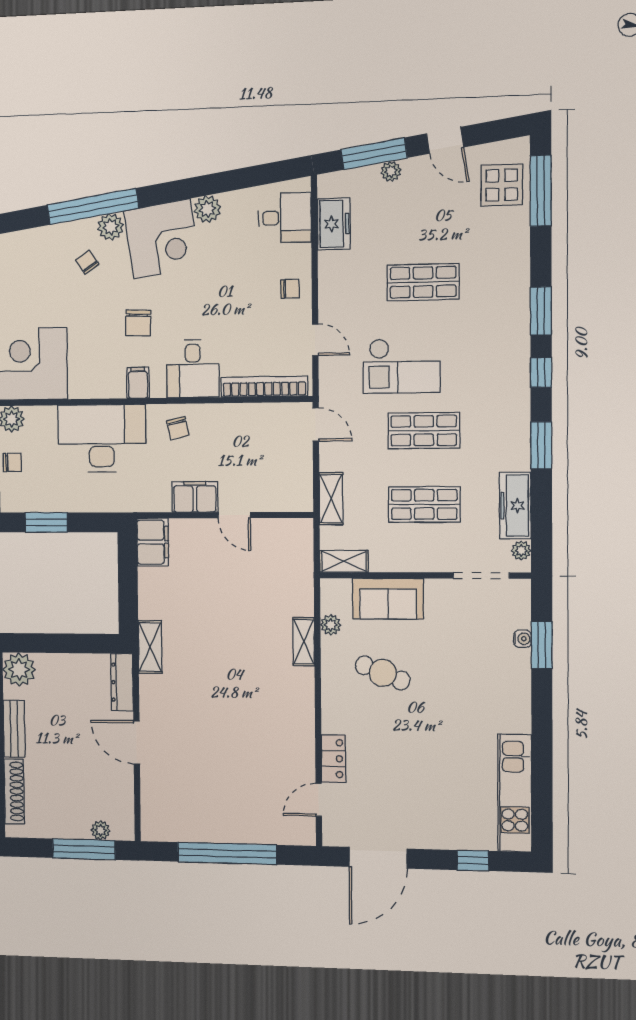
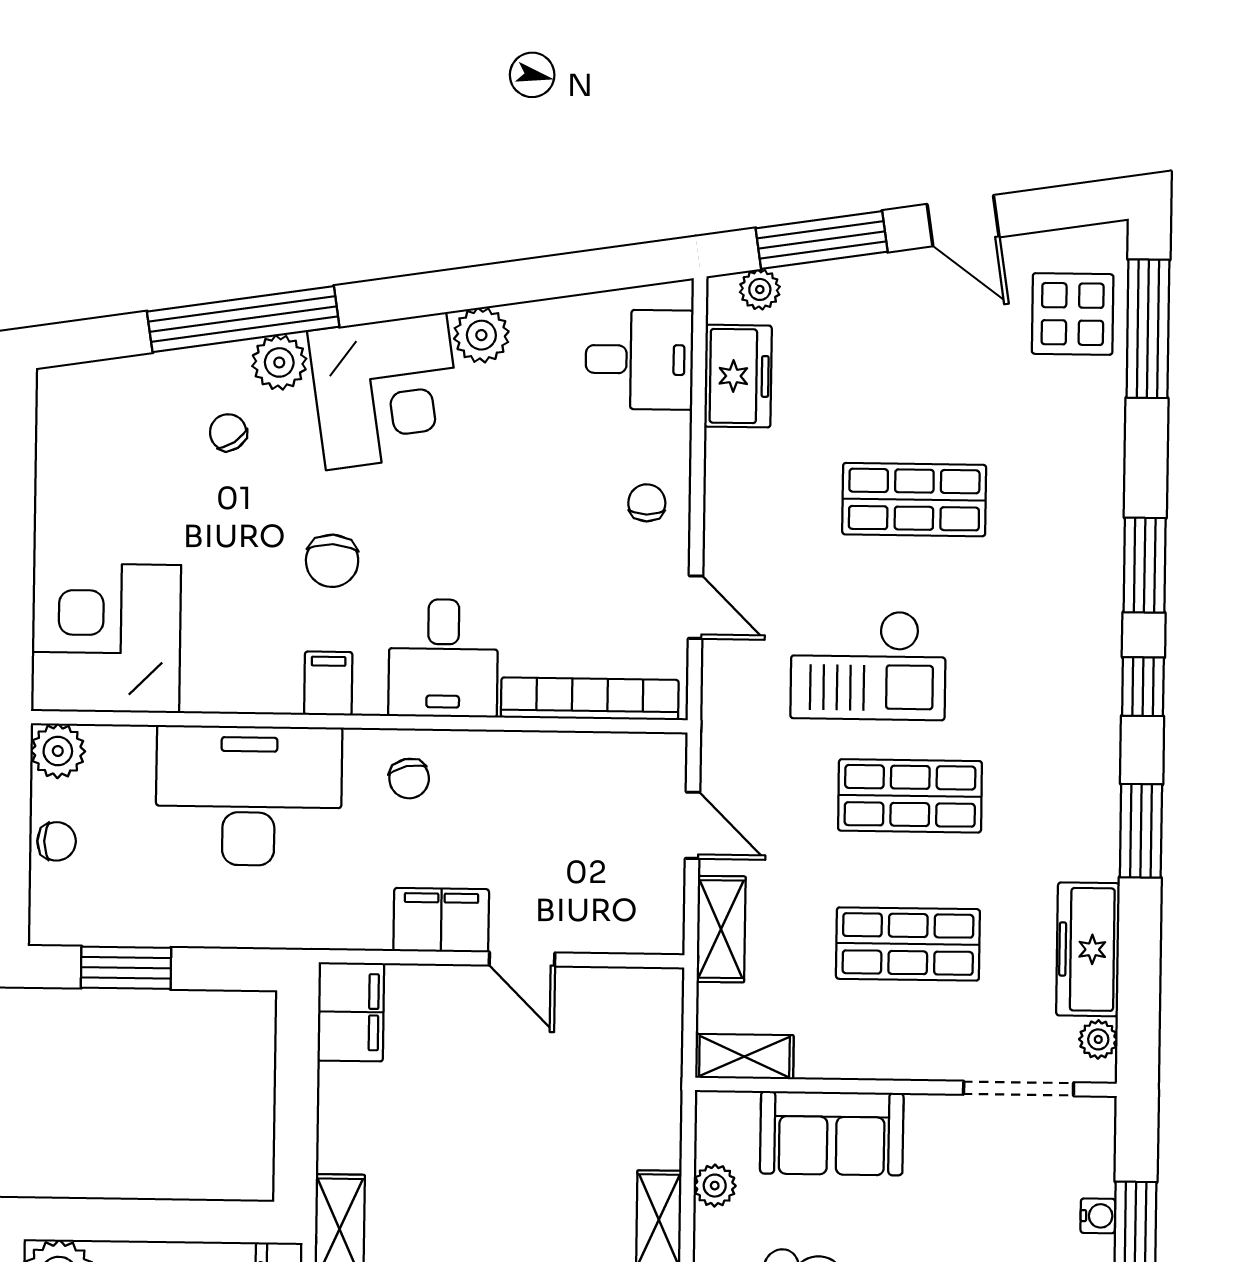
plant: (391, 171) -> (760, 289), moved
chair: (290, 289) -> (647, 503), turned -90
door: (316, 425) -> (692, 825), moved

